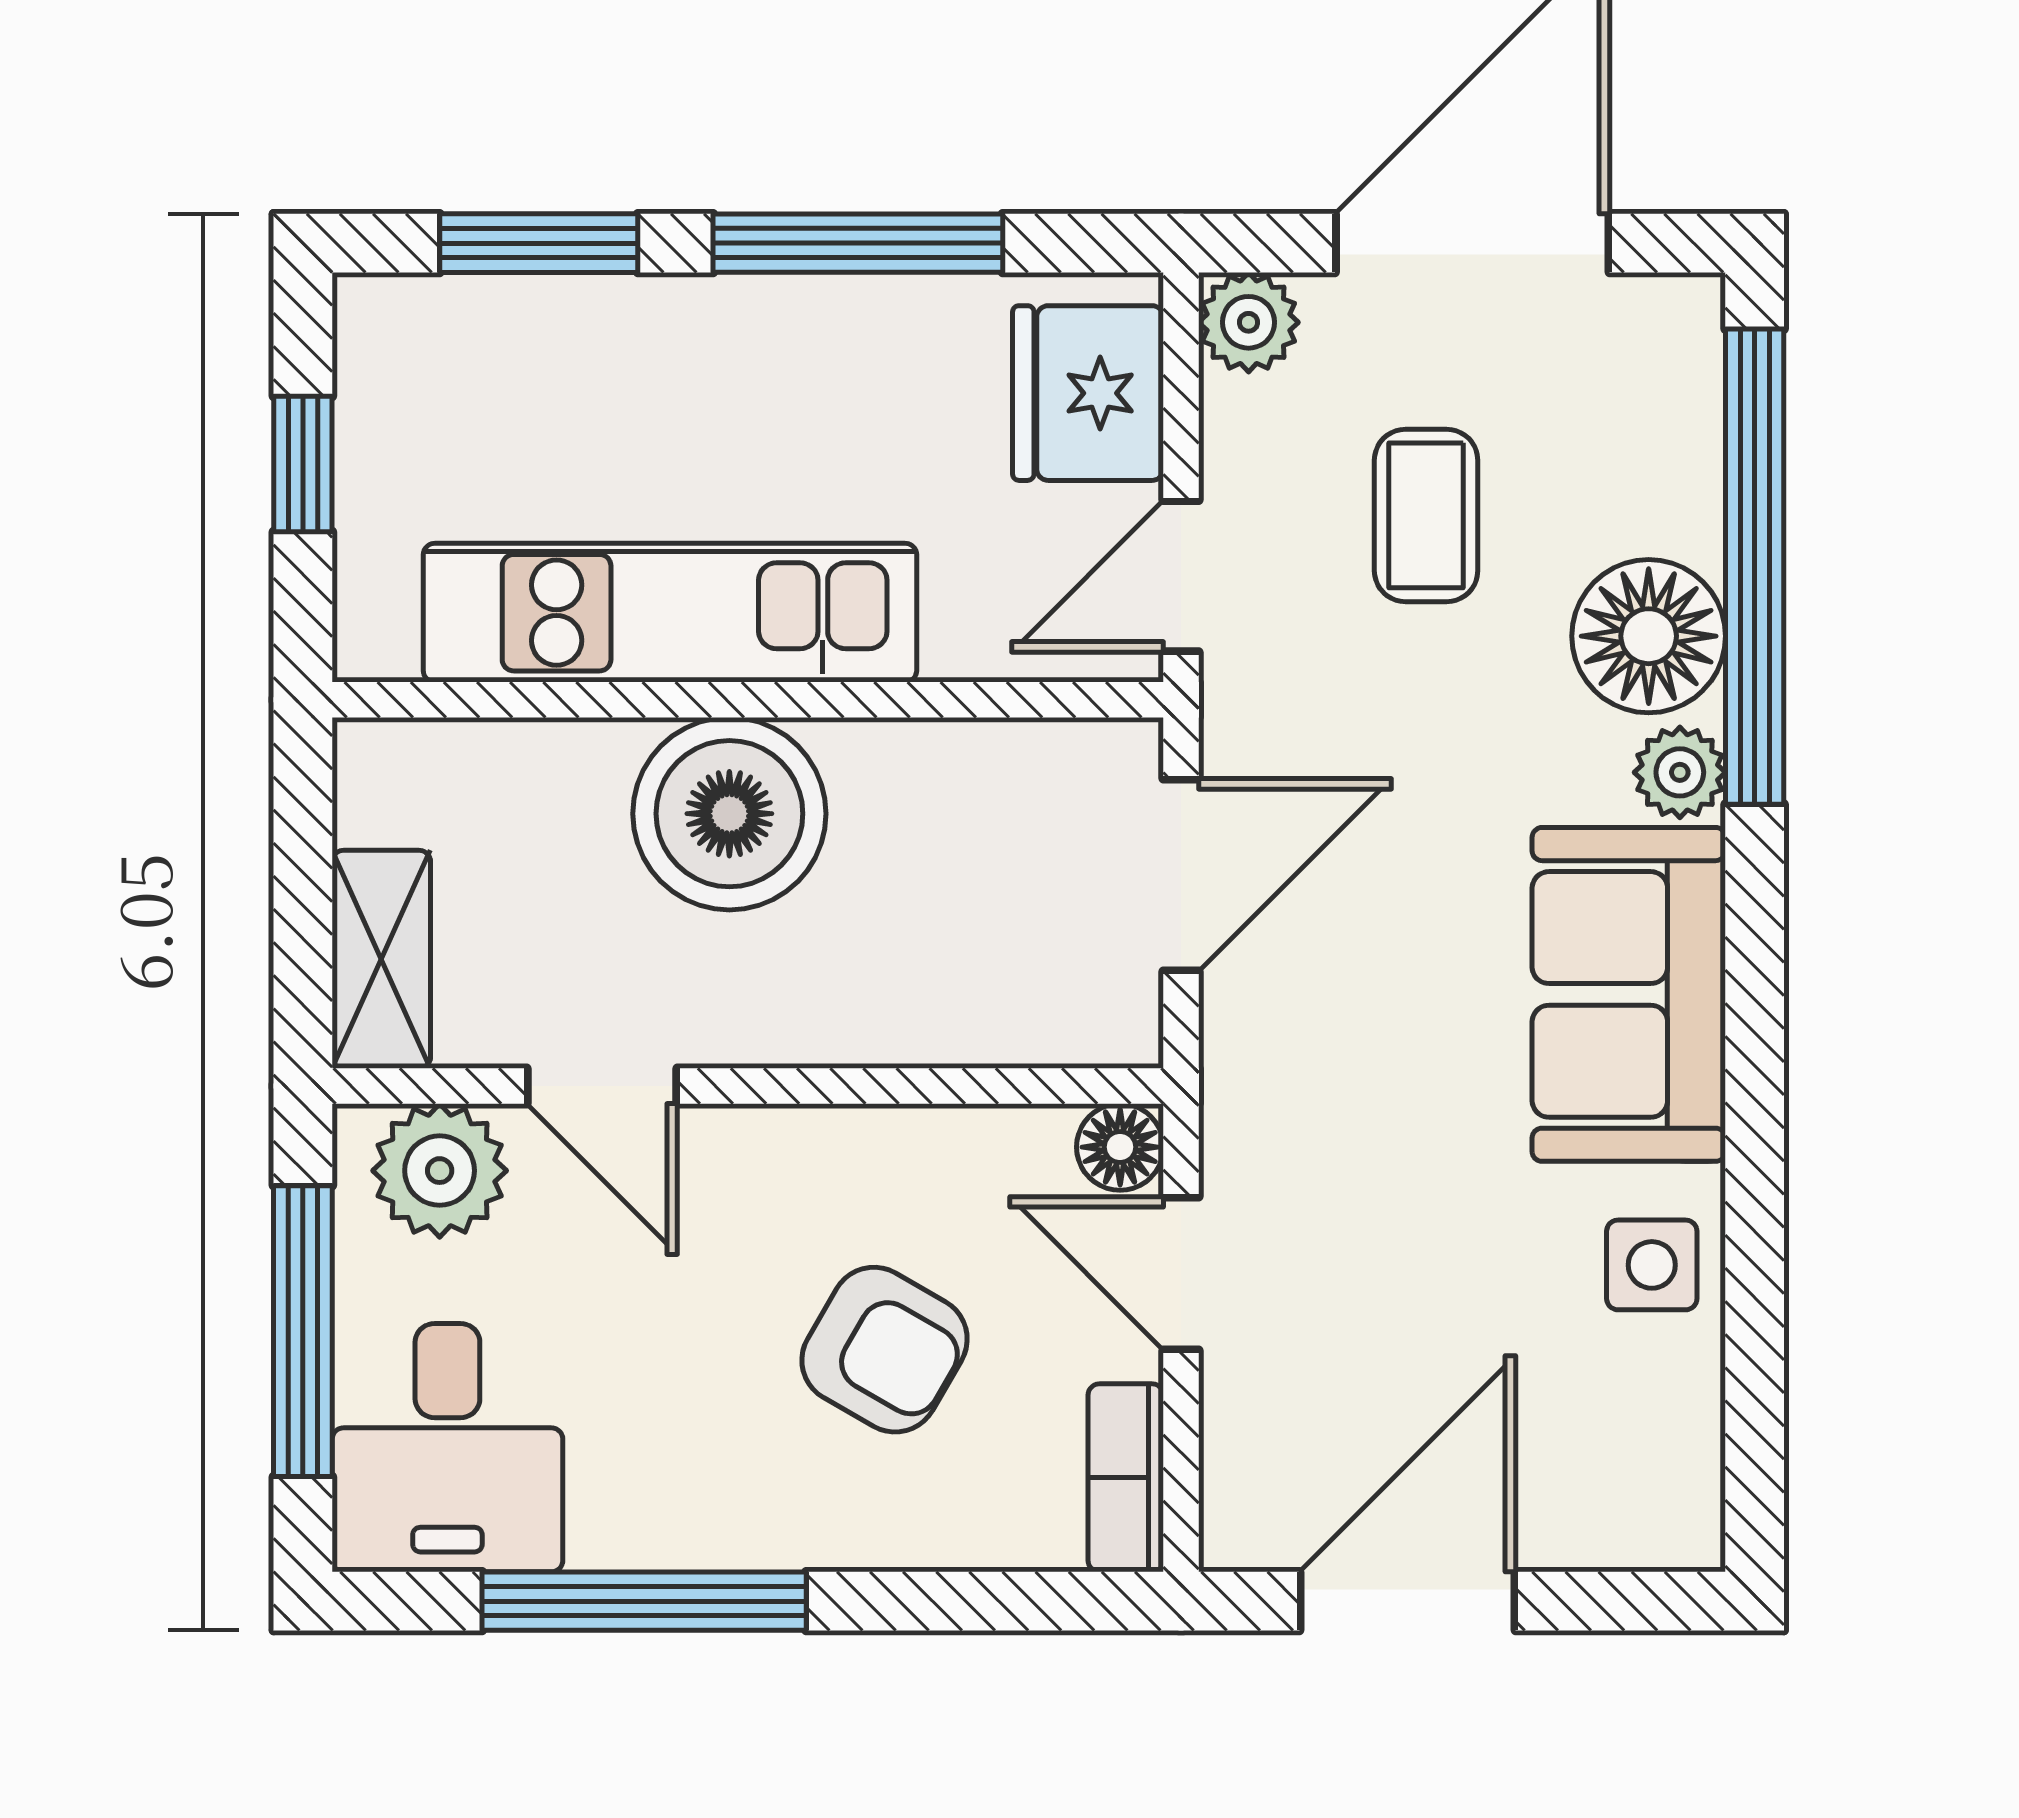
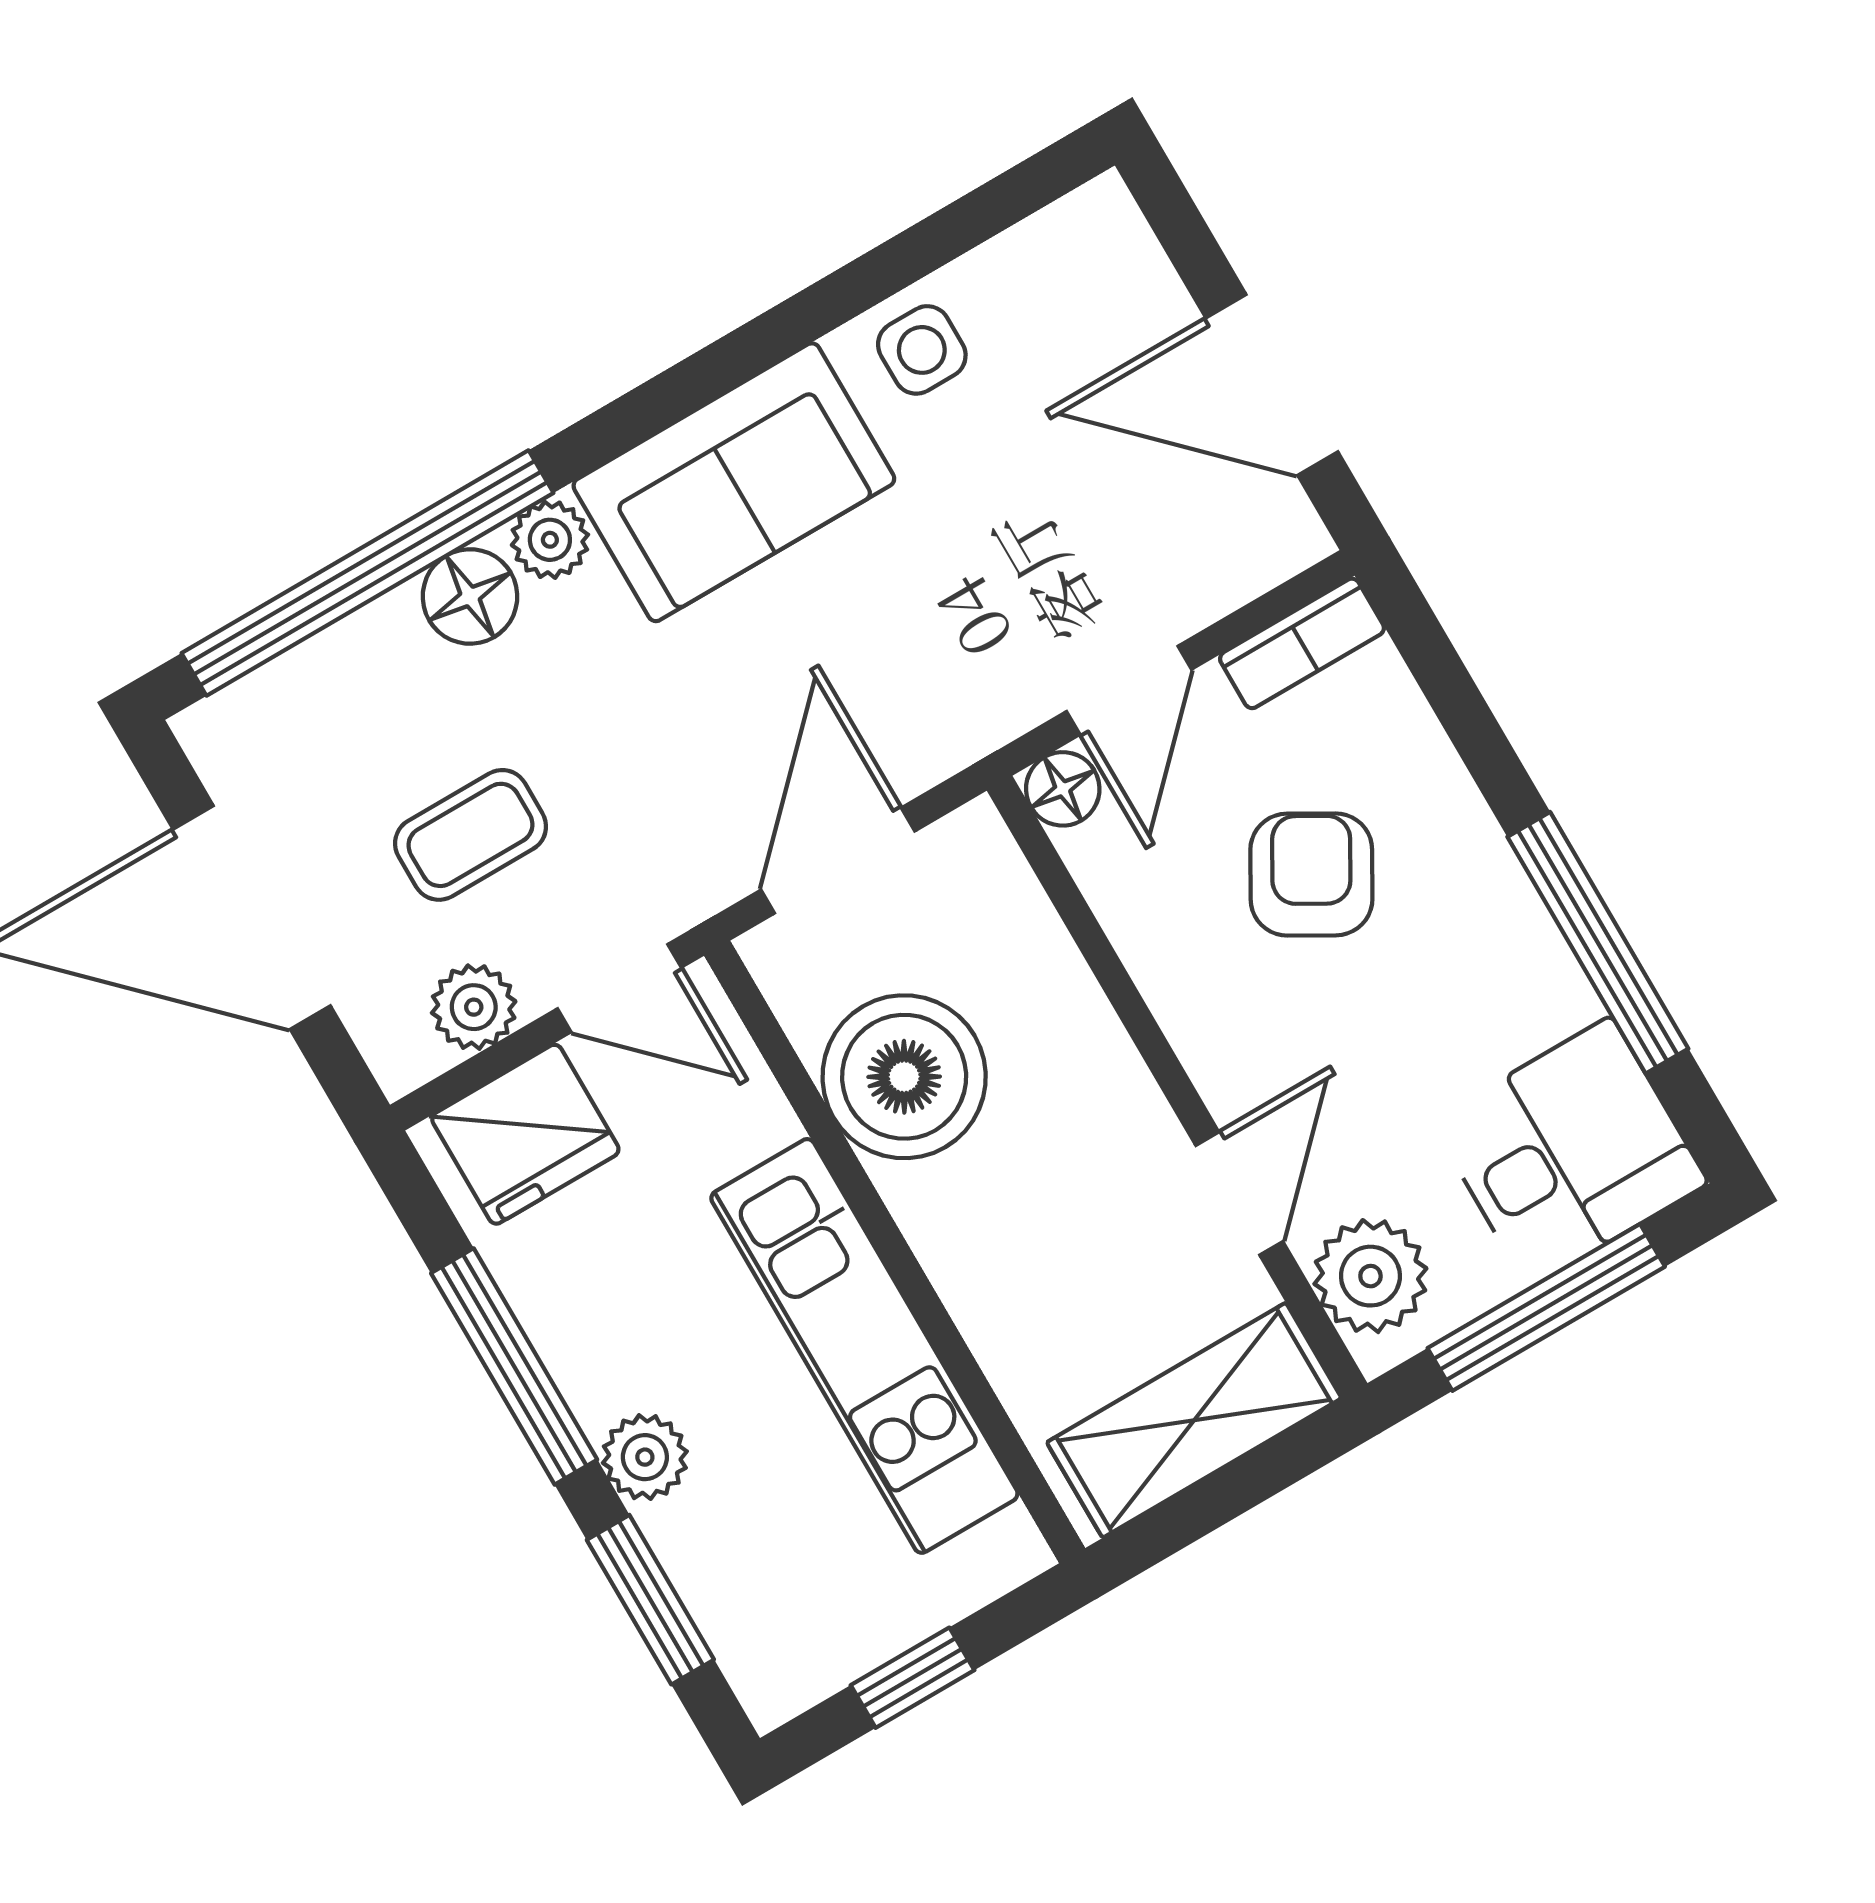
plant: (687, 322) -> (645, 1457), added
plant: (1249, 322) -> (474, 1007), moved
floor lamp: (1649, 636) -> (470, 596), width x0.73, depth x0.73
boiler: (729, 814) -> (904, 1077), moved
door: (1181, 875) -> (838, 860), hinge flipped
shelving: (381, 959) -> (1194, 1420), width x1.50, depth x1.33

